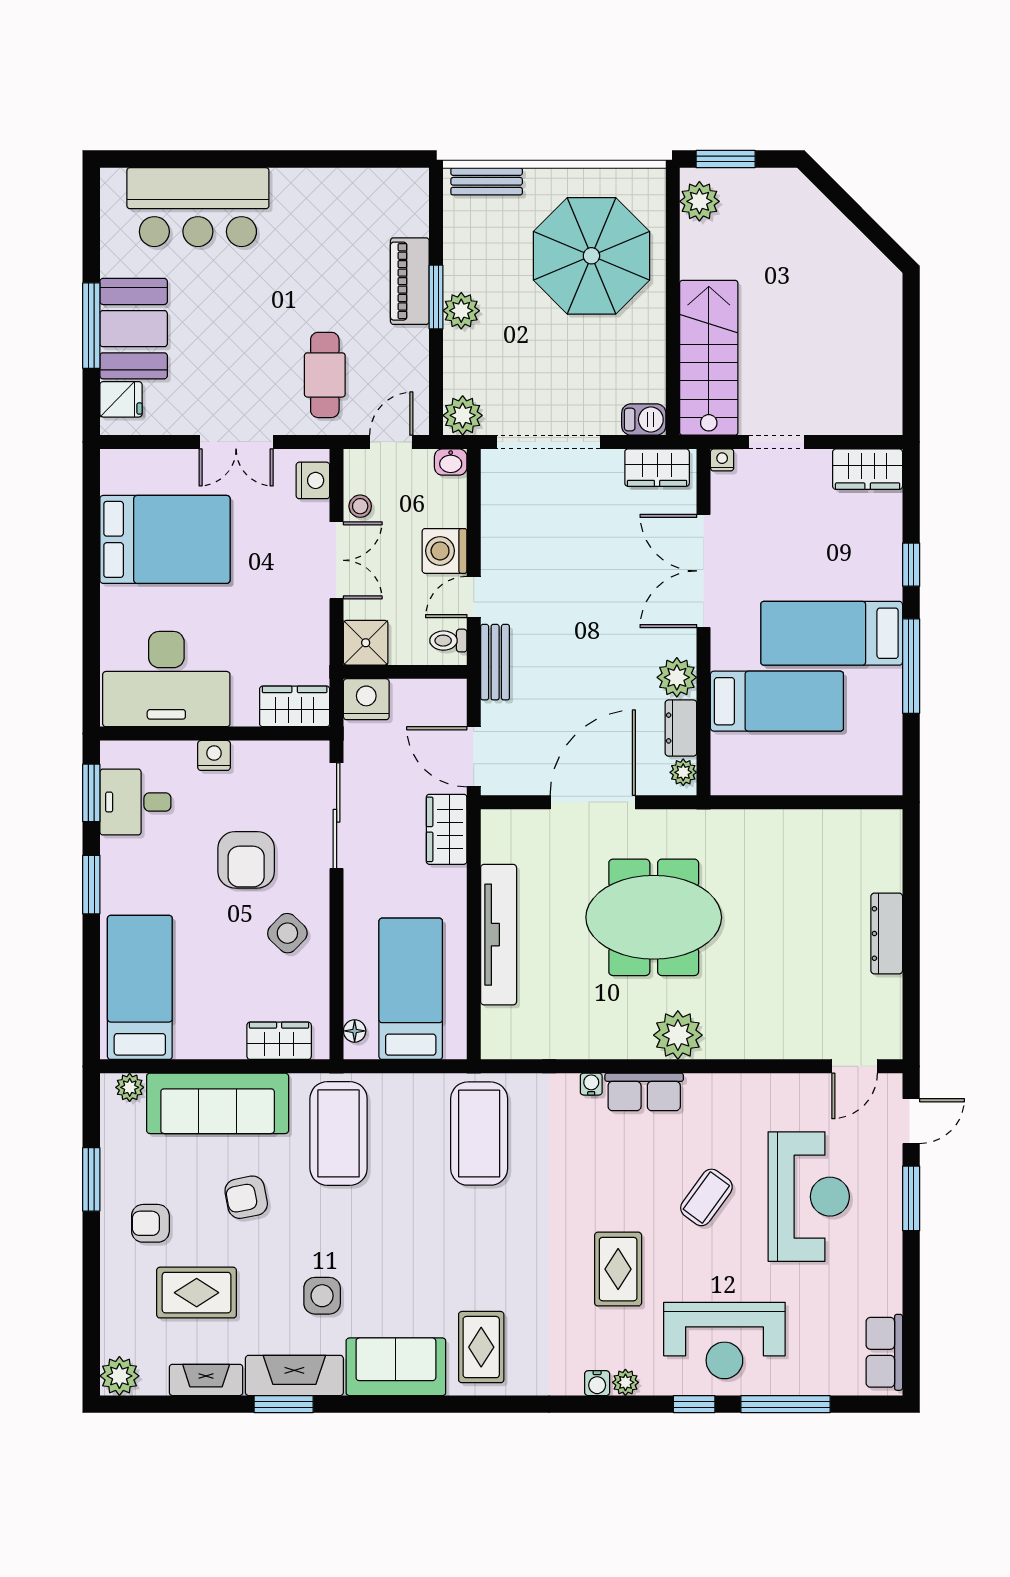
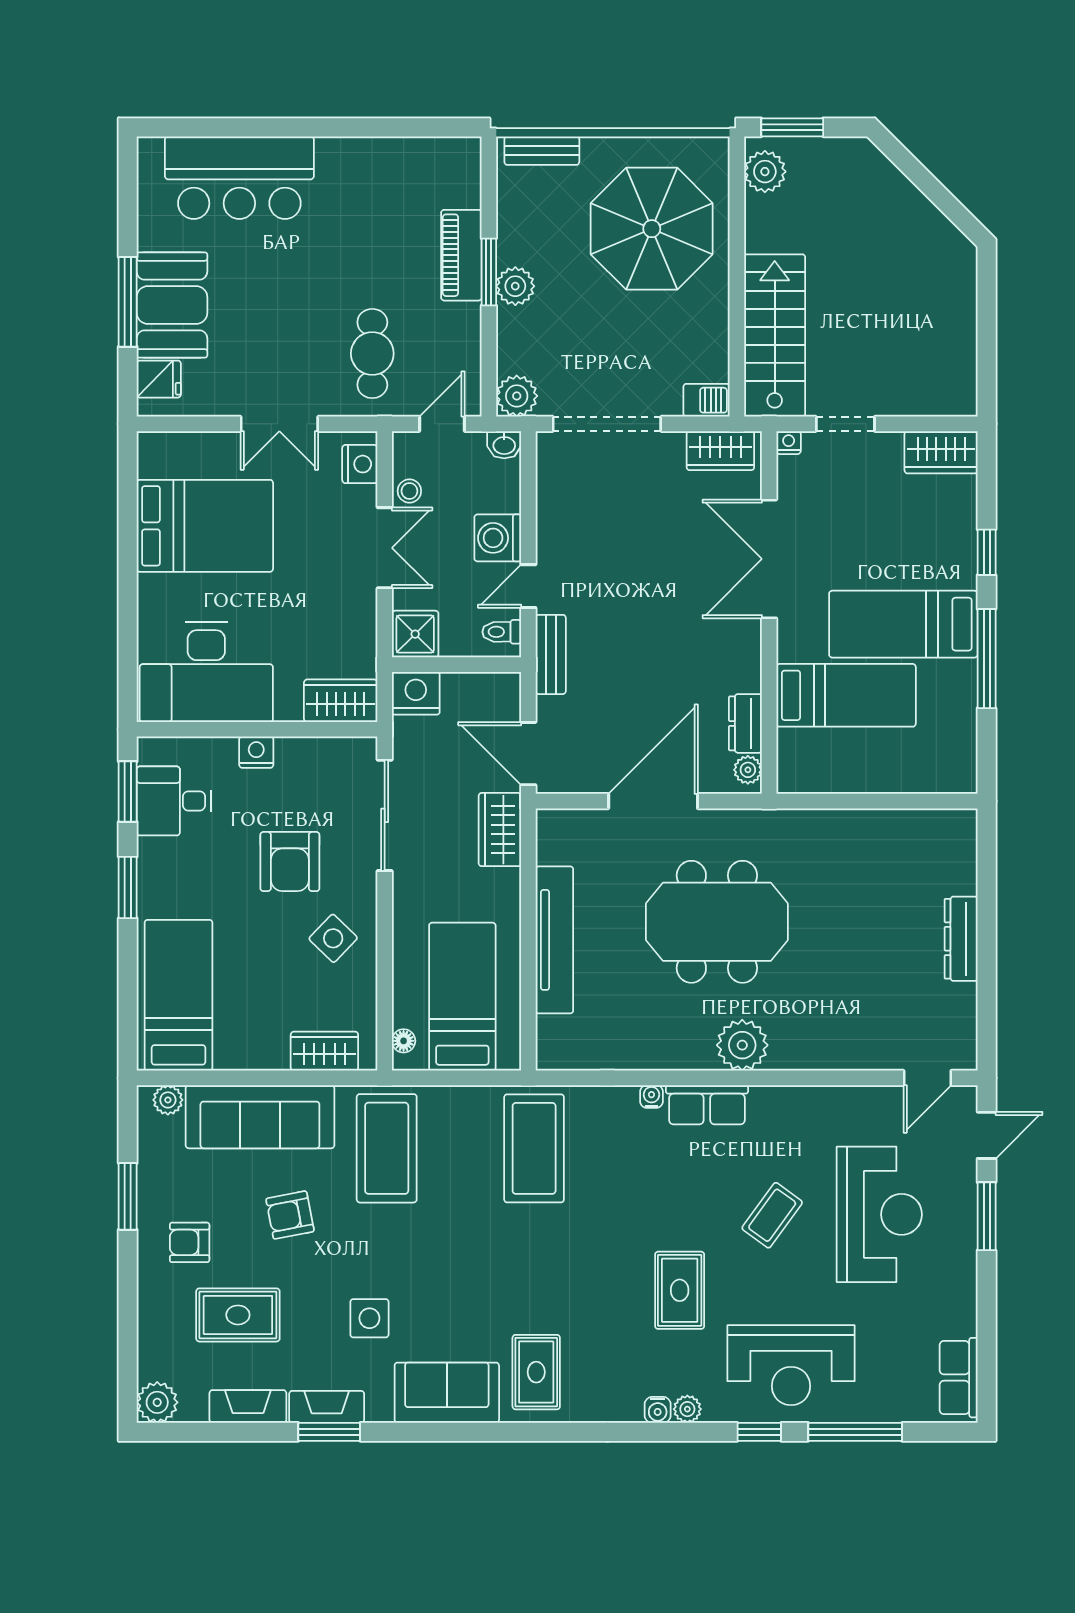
plant: (677, 677) -> (741, 670), removed
fireplace: (294, 1375) -> (327, 1407), width x0.73, depth x0.76

